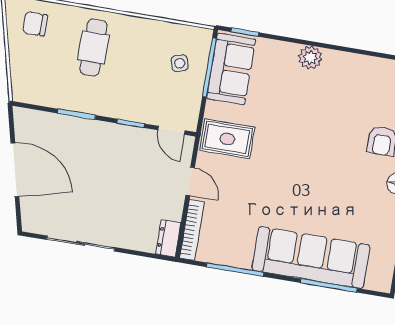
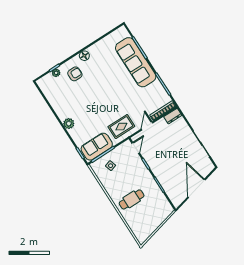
chair: (35, 24) -> (142, 226), removed
rug: (227, 139) -> (121, 127), turned 90

